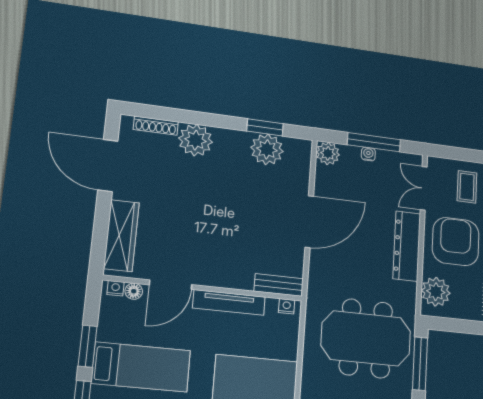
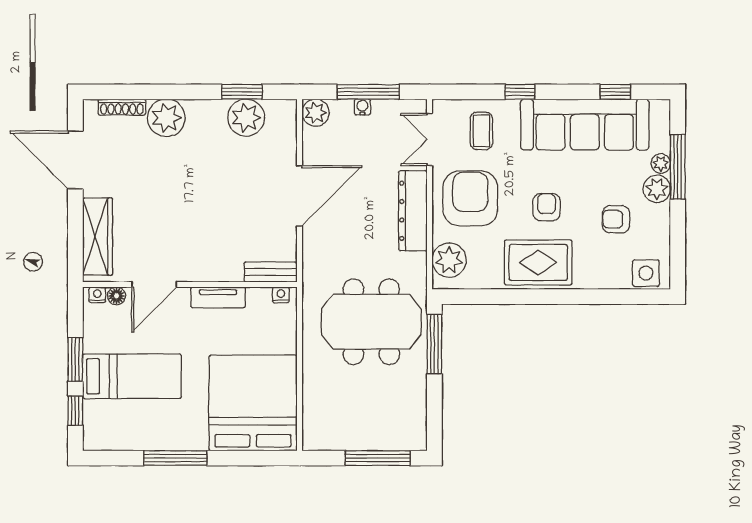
tv unit: (229, 302) -> (218, 297), width x0.71

